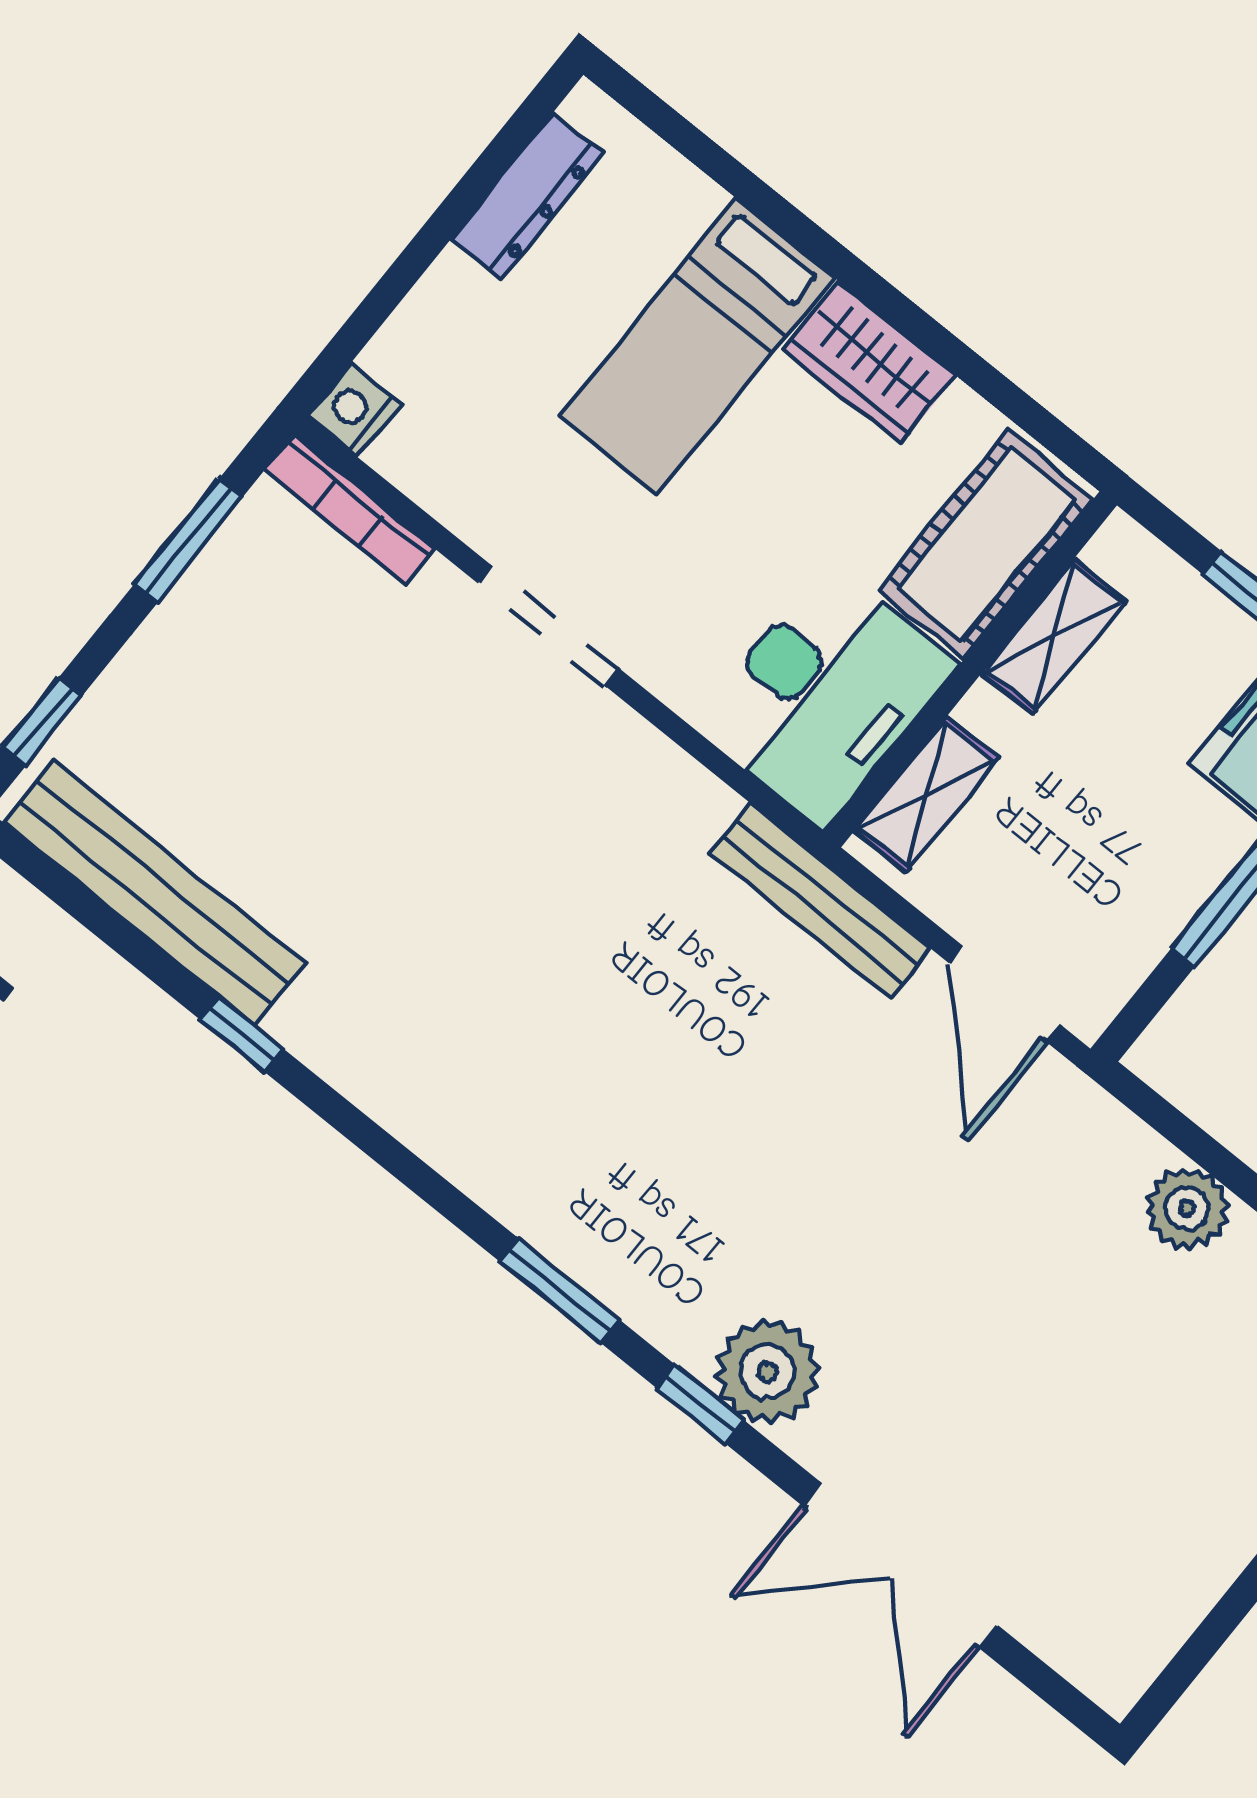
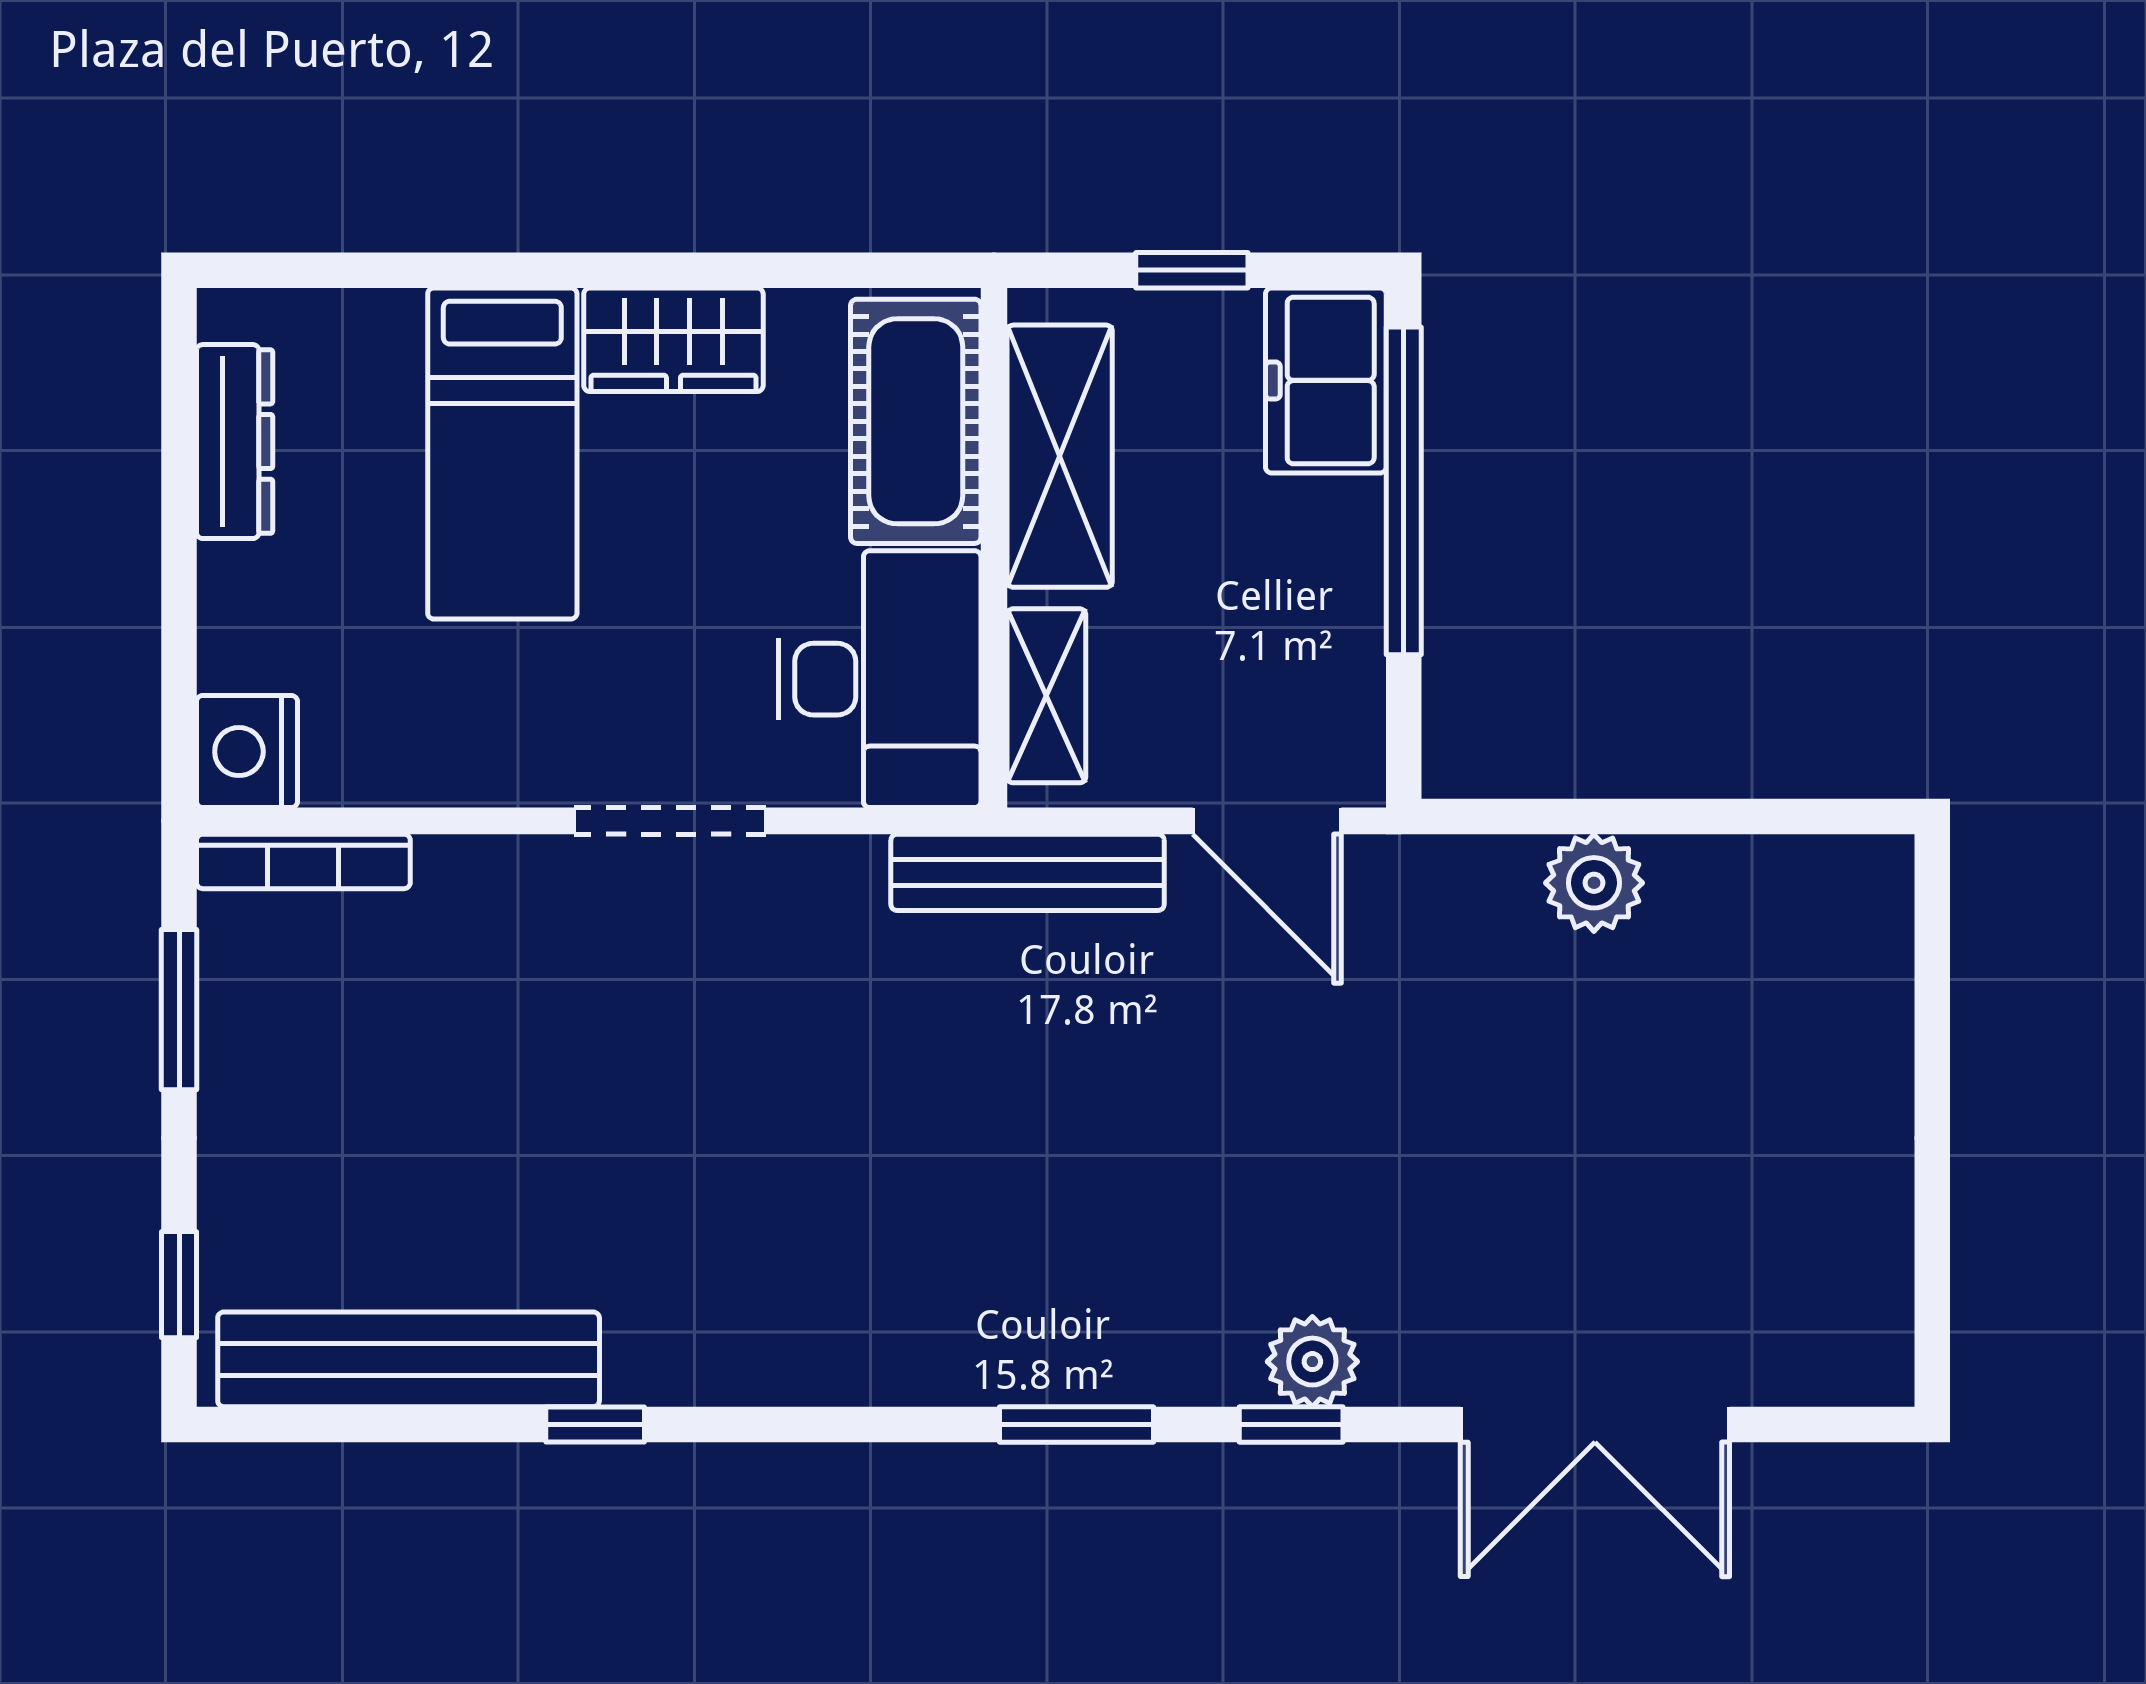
nightstand: (354, 410) -> (247, 752), width x1.36, depth x1.33
doorway: (548, 626) -> (670, 821), moved
shelving: (1054, 637) -> (1060, 456), width x1.50, depth x1.33
plant: (767, 1372) -> (1312, 1362), width x0.73, depth x0.73

